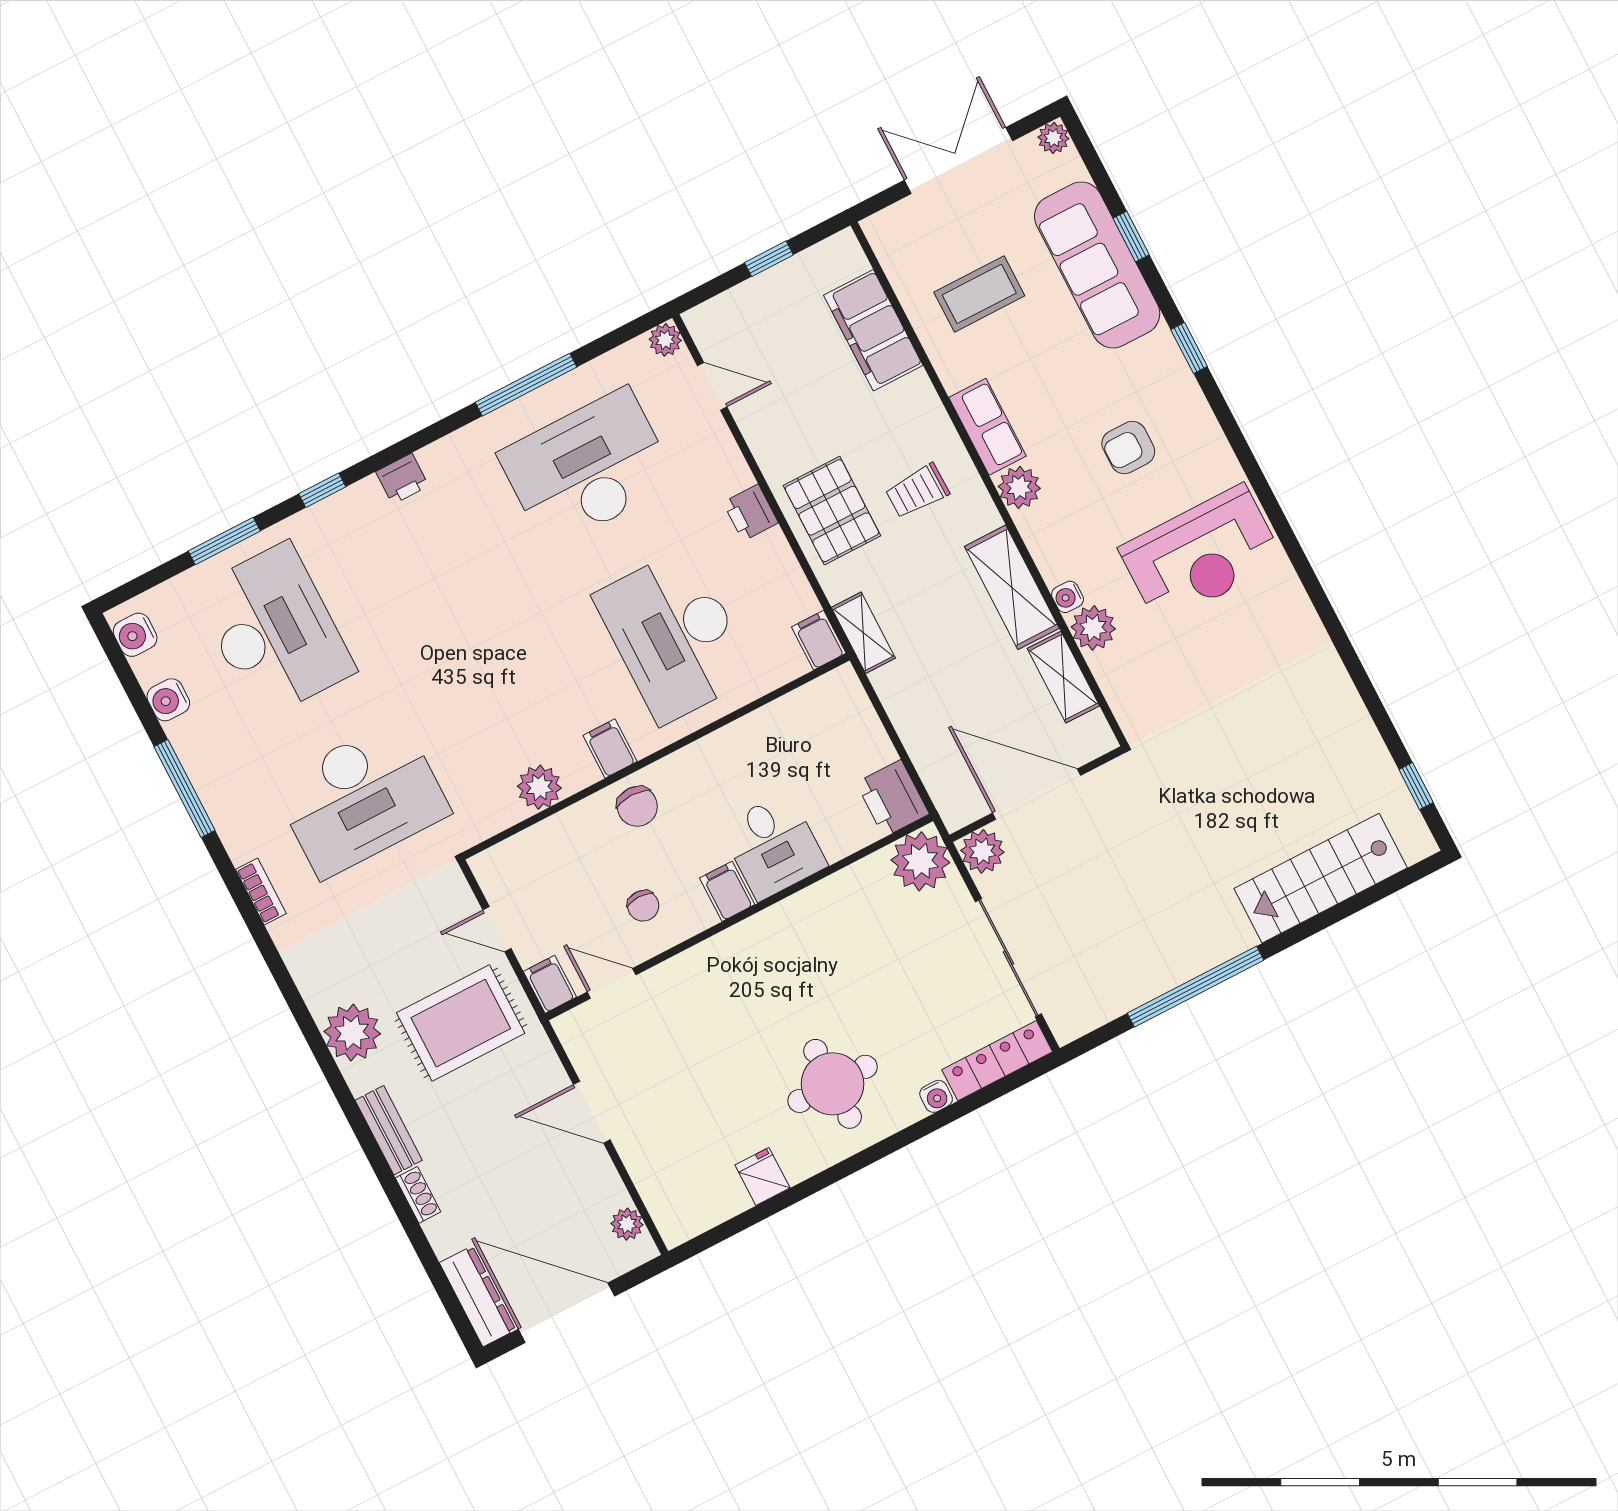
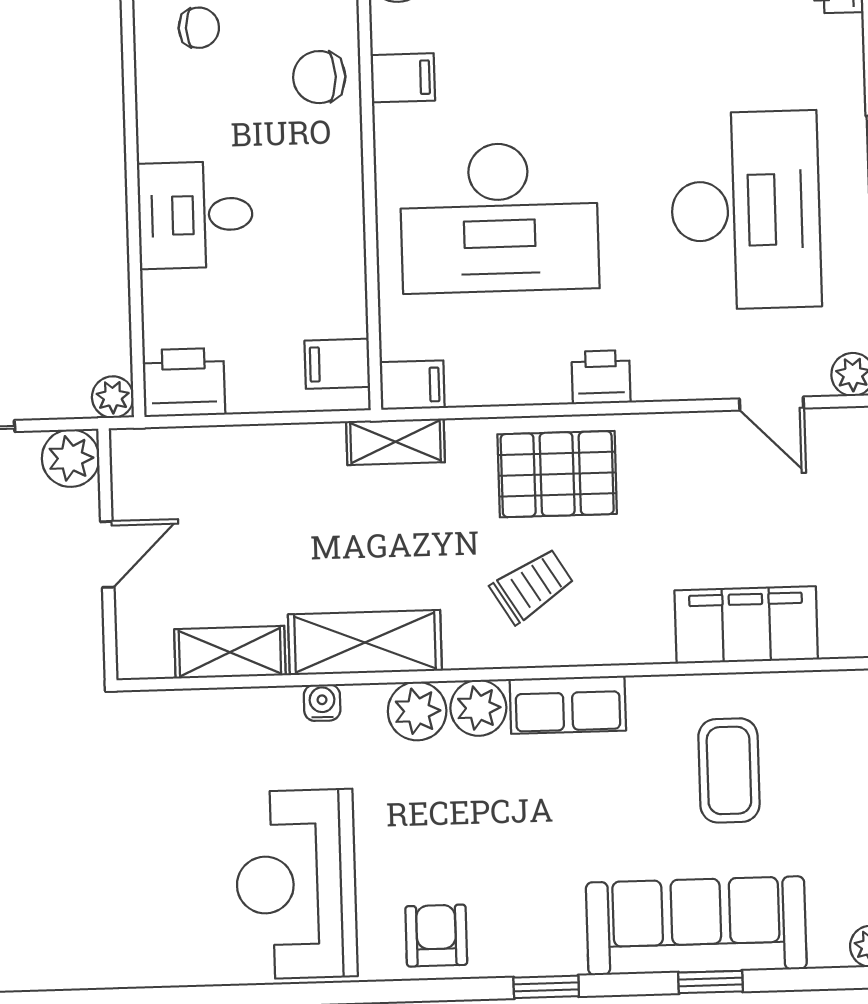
door: (712, 386) -> (772, 404), hinge flipped
armchair: (1128, 448) -> (436, 936), moved
trolley: (917, 491) -> (532, 586), turned 59
plant: (1093, 628) -> (417, 711), moved
desk: (674, 636) -> (499, 218), turned 180
door: (1037, 794) -> (107, 554), width x0.53
plant: (920, 861) -> (113, 397), width x0.53, depth x0.53
filing cabinet: (727, 891) -> (337, 364), moved, turned 180
chair: (643, 906) -> (199, 28), turned 180

